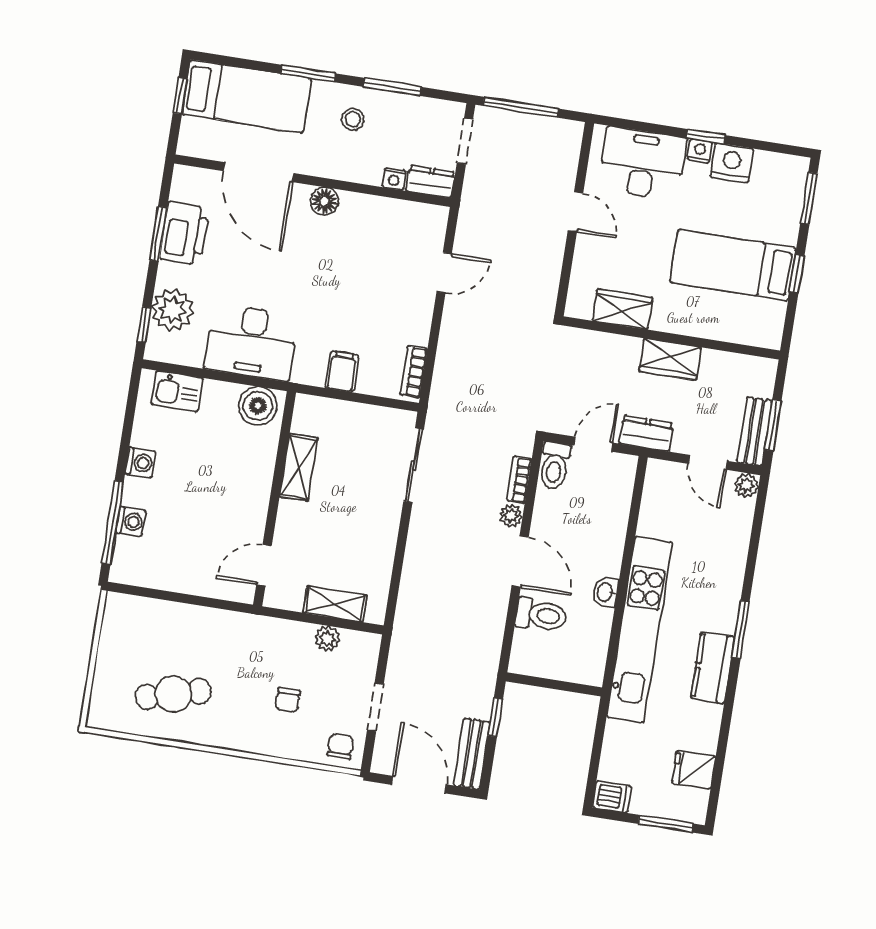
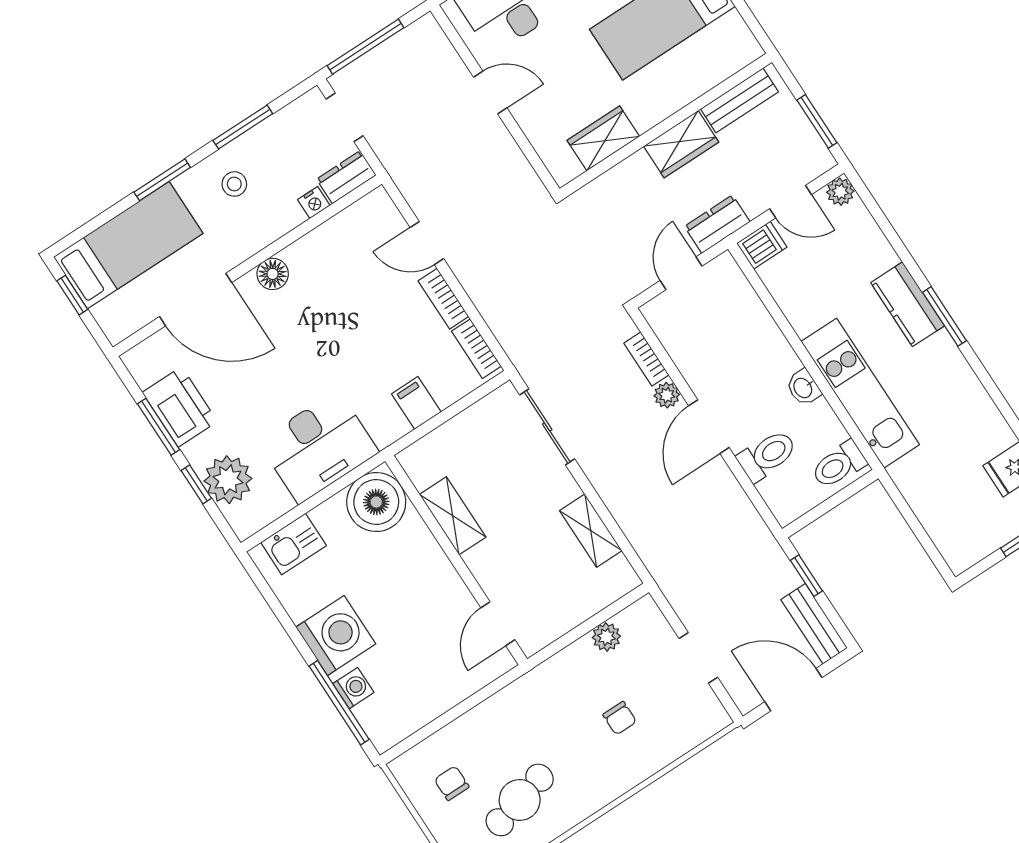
door: (444, 273) -> (427, 243), swing flipped
bookcase: (422, 319) -> (443, 299), added
window: (144, 325) -> (196, 484), moved
boiler: (258, 406) -> (376, 502), width x1.37, depth x1.37
bench: (754, 432) -> (739, 100), moved, turned 90
washing machine: (140, 463) -> (336, 636), width x1.89, depth x1.89
toilet: (555, 466) -> (839, 465), moved, turned 90
door: (520, 561) -> (709, 427), swing flipped
shelving: (335, 604) -> (591, 531), moved, turned 90
kitchen unit: (640, 630) -> (860, 393), width x0.73
kitchen counter: (713, 668) -> (908, 304), moved
chair: (341, 746) -> (452, 783), moved
dishwasher: (612, 797) -> (762, 245), moved

